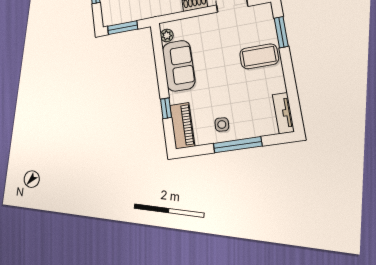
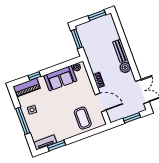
window: (281, 32) -> (56, 145), moved
coffee table: (259, 56) -> (83, 118), moved

